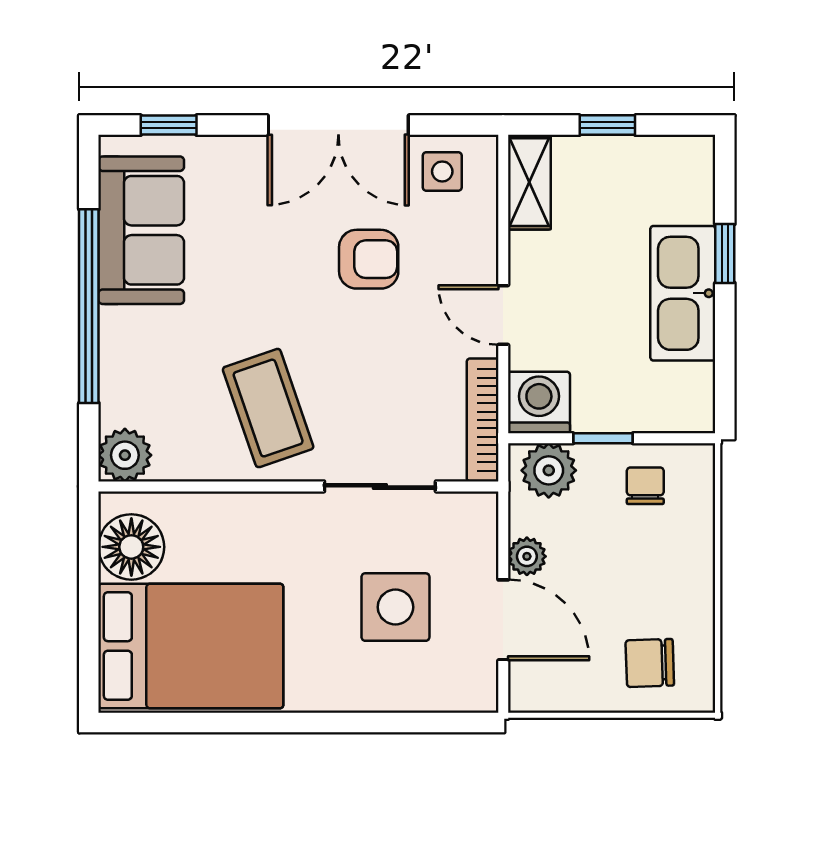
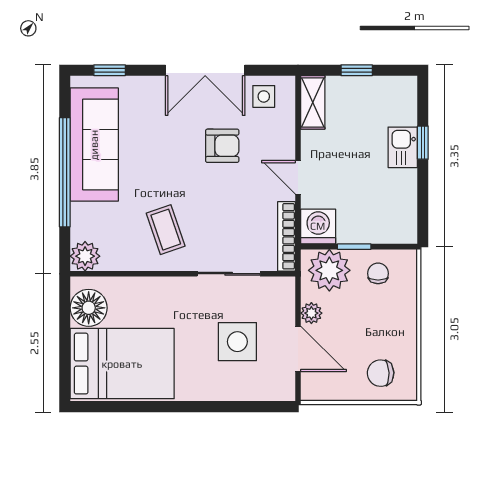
sofa: (141, 230) -> (94, 145), width x1.36
kitchen sink: (683, 293) -> (403, 147), width x0.53, depth x0.81
coffee table: (268, 408) -> (166, 230), width x0.73, depth x0.77
plant: (549, 470) -> (329, 270), width x1.36, depth x1.36

